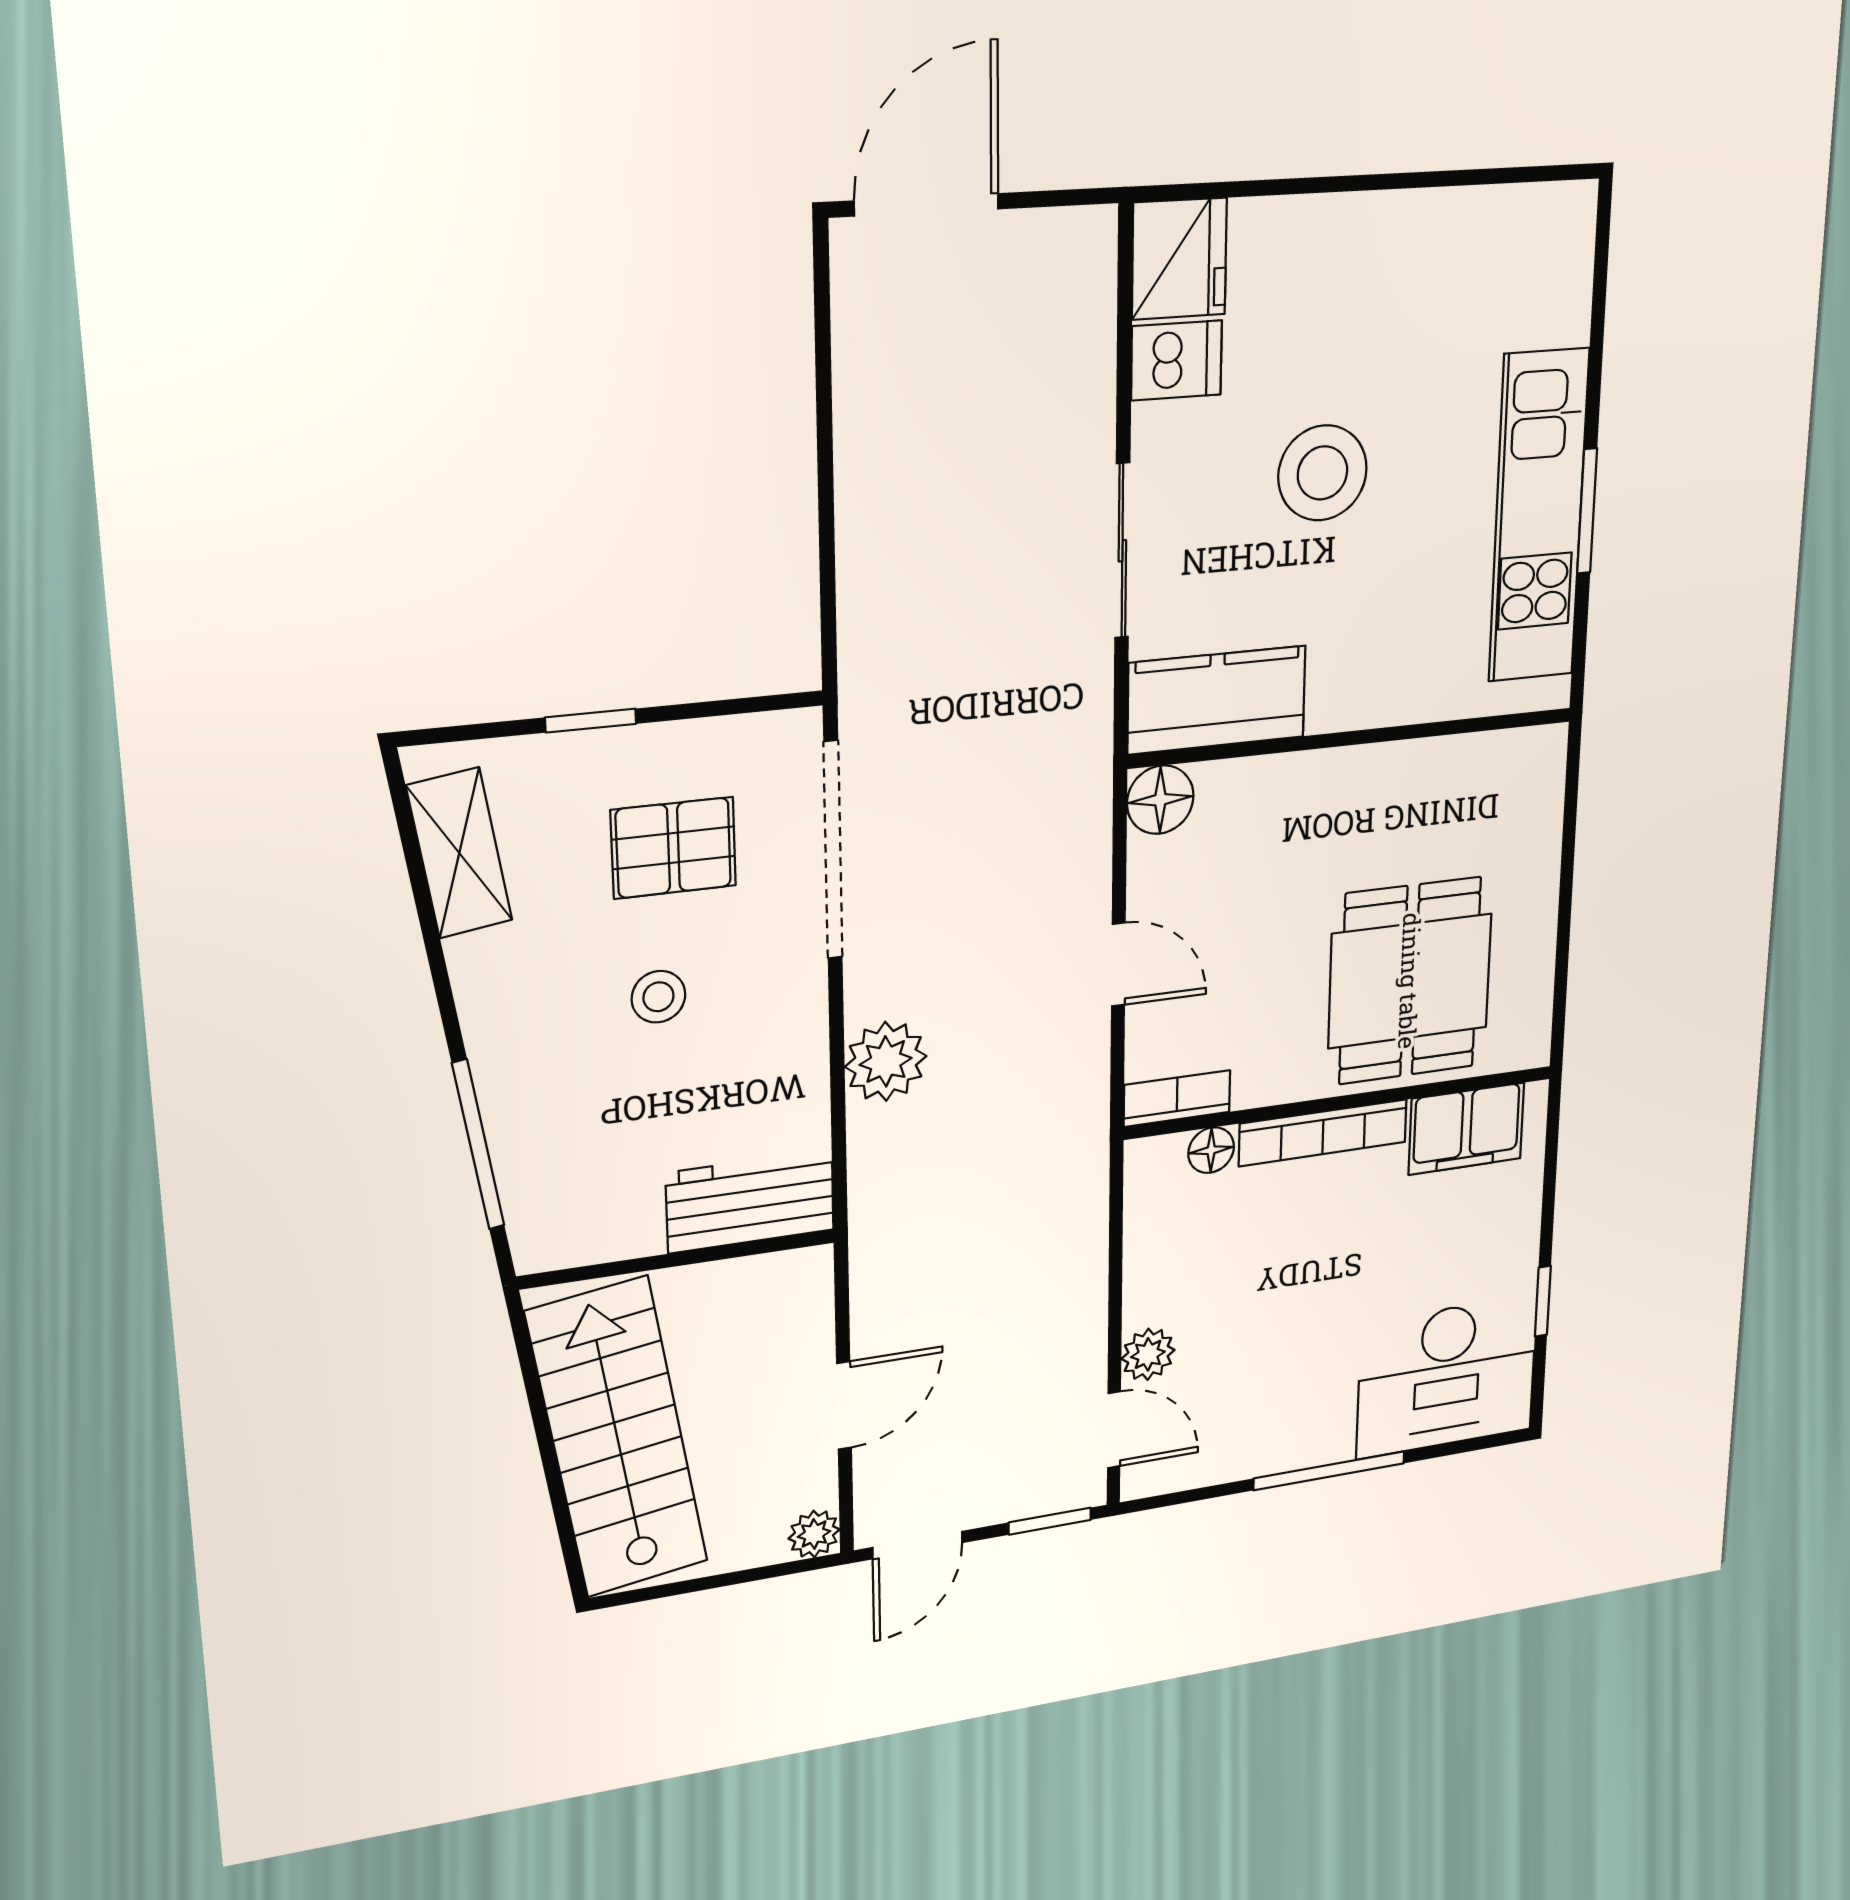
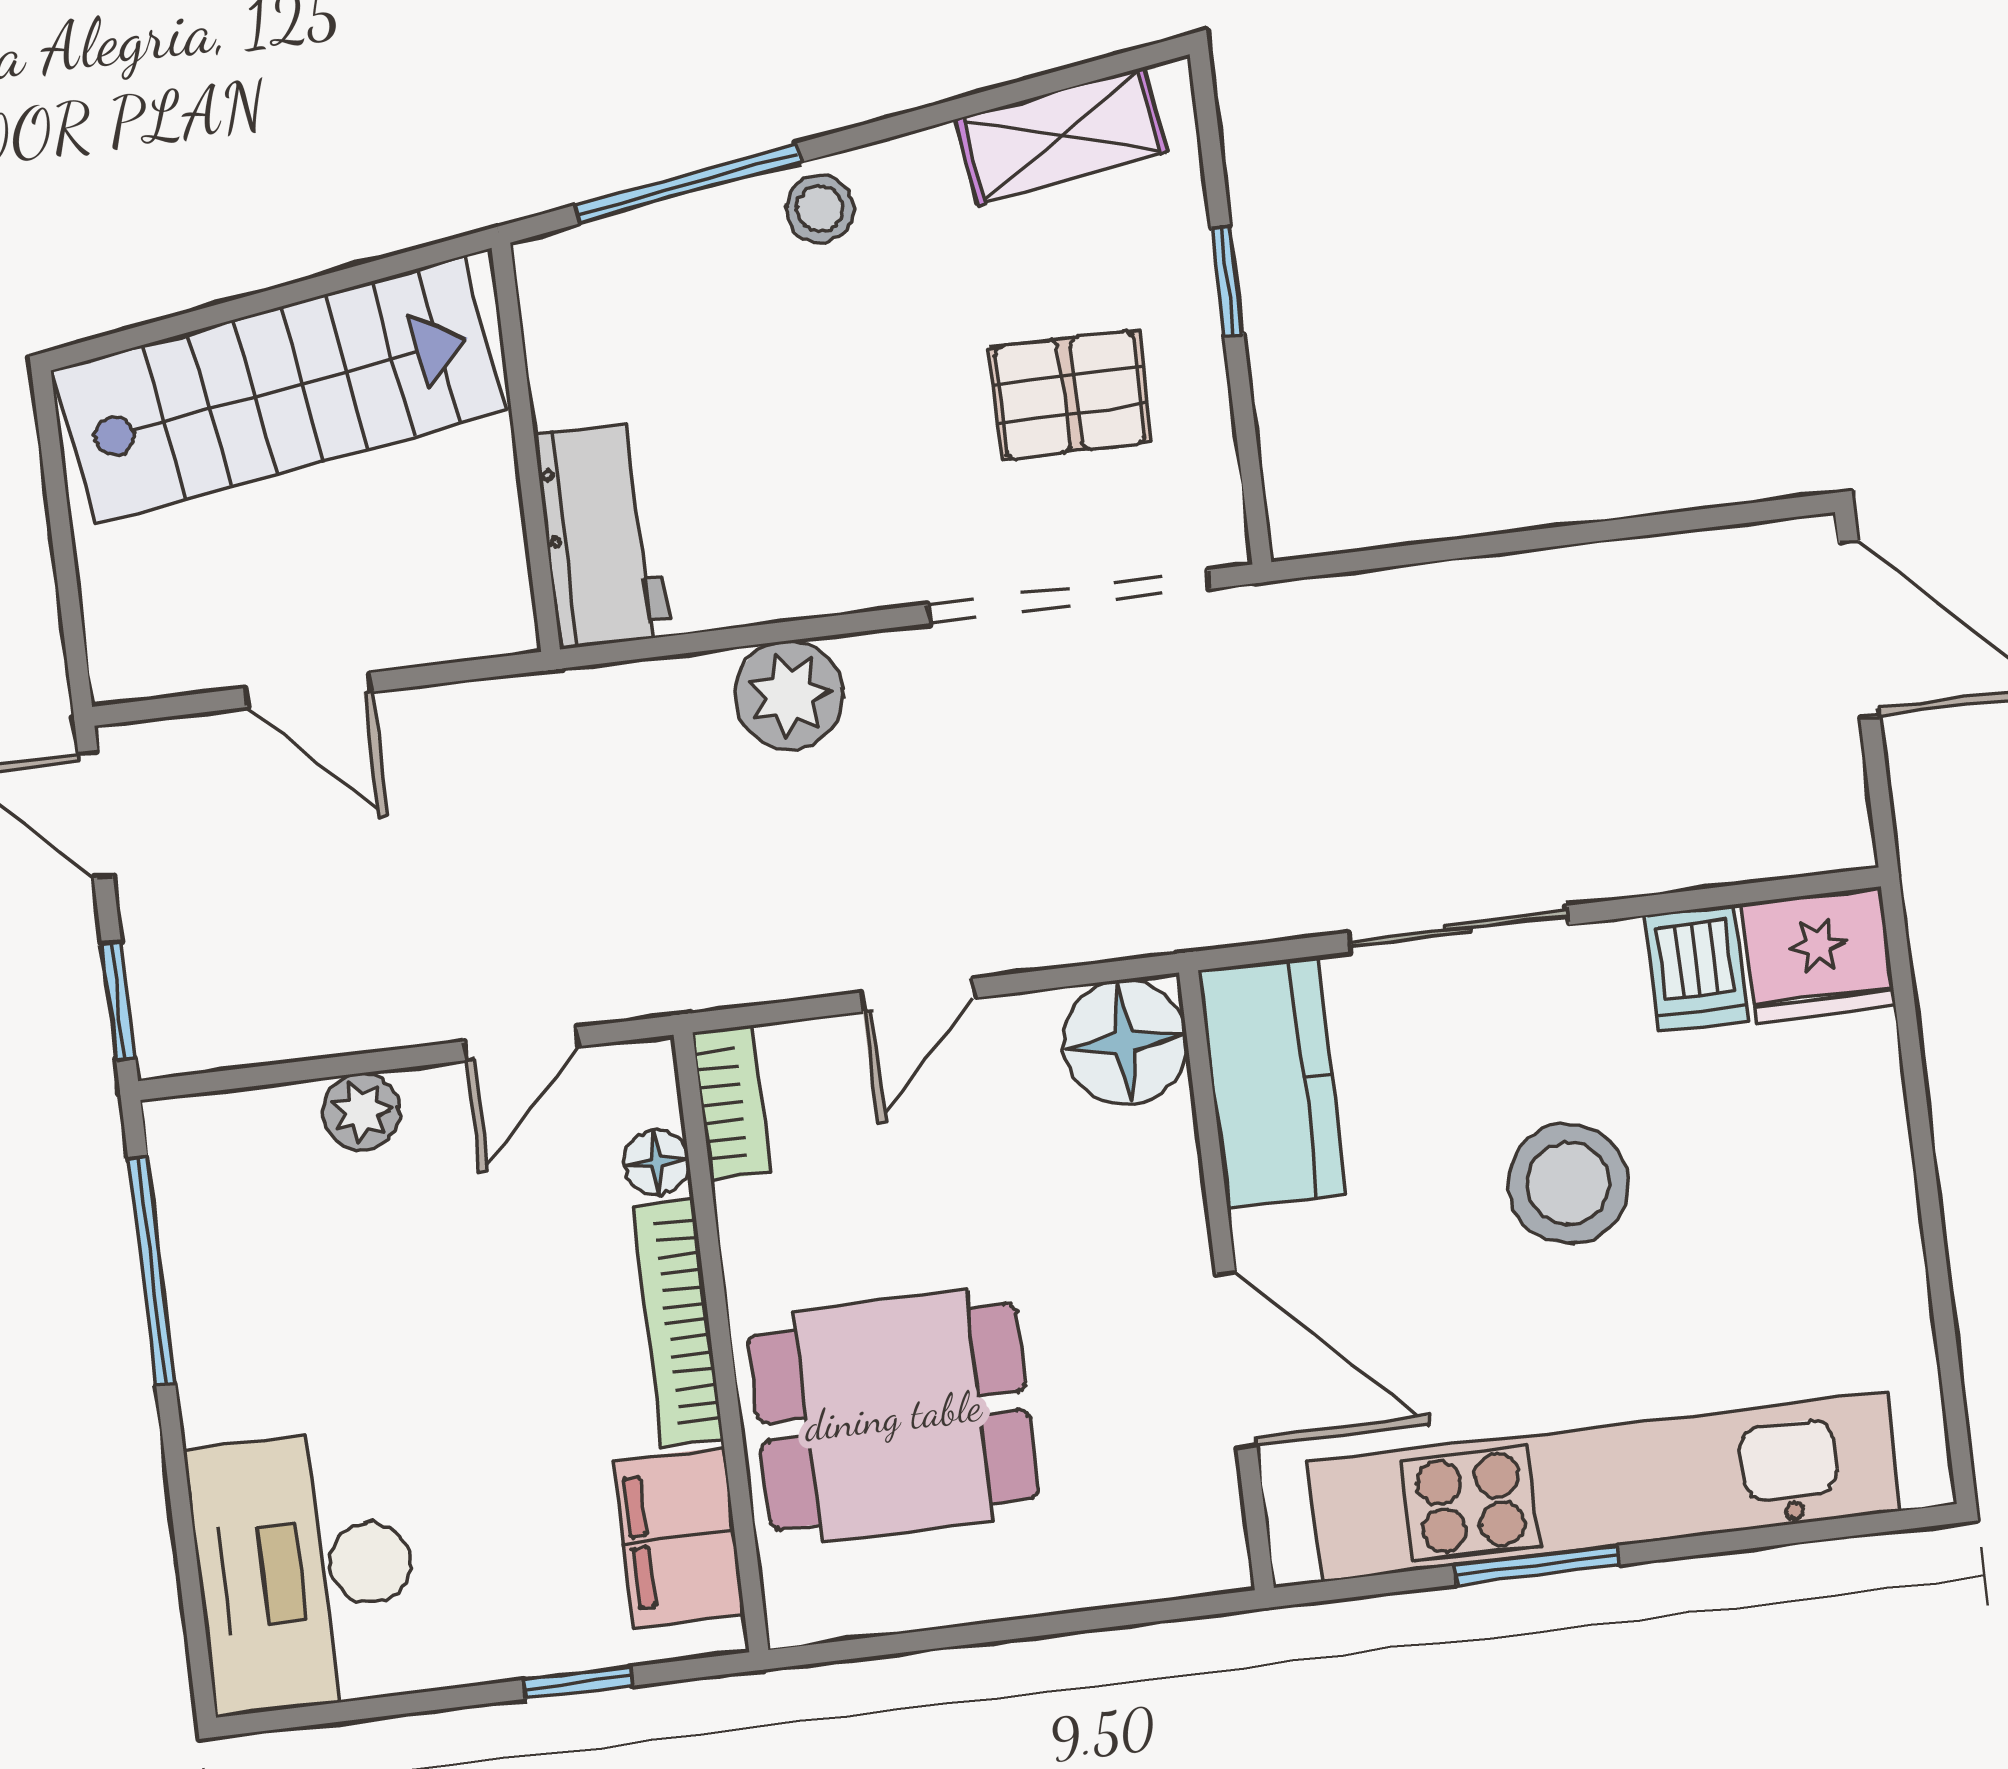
kitchen unit: (1539, 516) -> (1604, 1487), width x1.36
door: (1410, 732) -> (1236, 1360), added
floor lamp: (1160, 800) -> (1125, 1042), width x1.38, depth x1.38
pallet: (673, 848) -> (1070, 395), turned 90
stool: (658, 997) -> (820, 209), moved
window: (1543, 1301) -> (578, 1683), moved
door: (1114, 1430) -> (522, 1044), moved
window: (1329, 1471) -> (152, 1271), moved
plant: (814, 1534) -> (123, 668), removed

